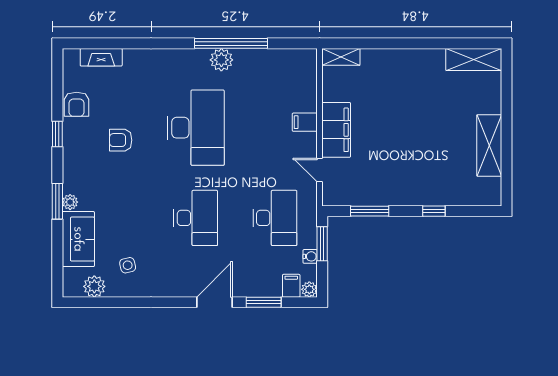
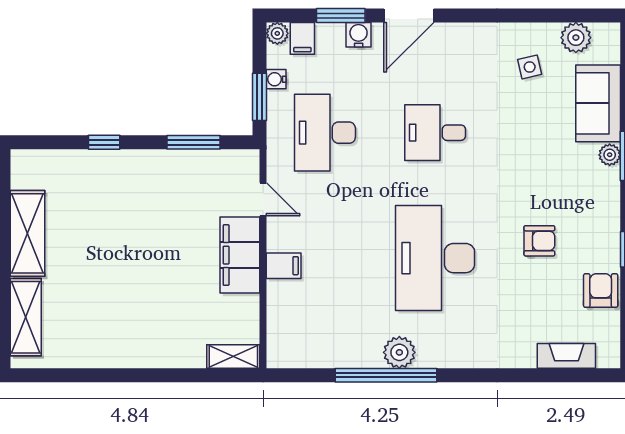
shelving: (474, 59) -> (26, 317), moved, turned 90
desk: (196, 218) -> (435, 133), width x0.73
water cooler: (251, 288) -> (359, 35), added

